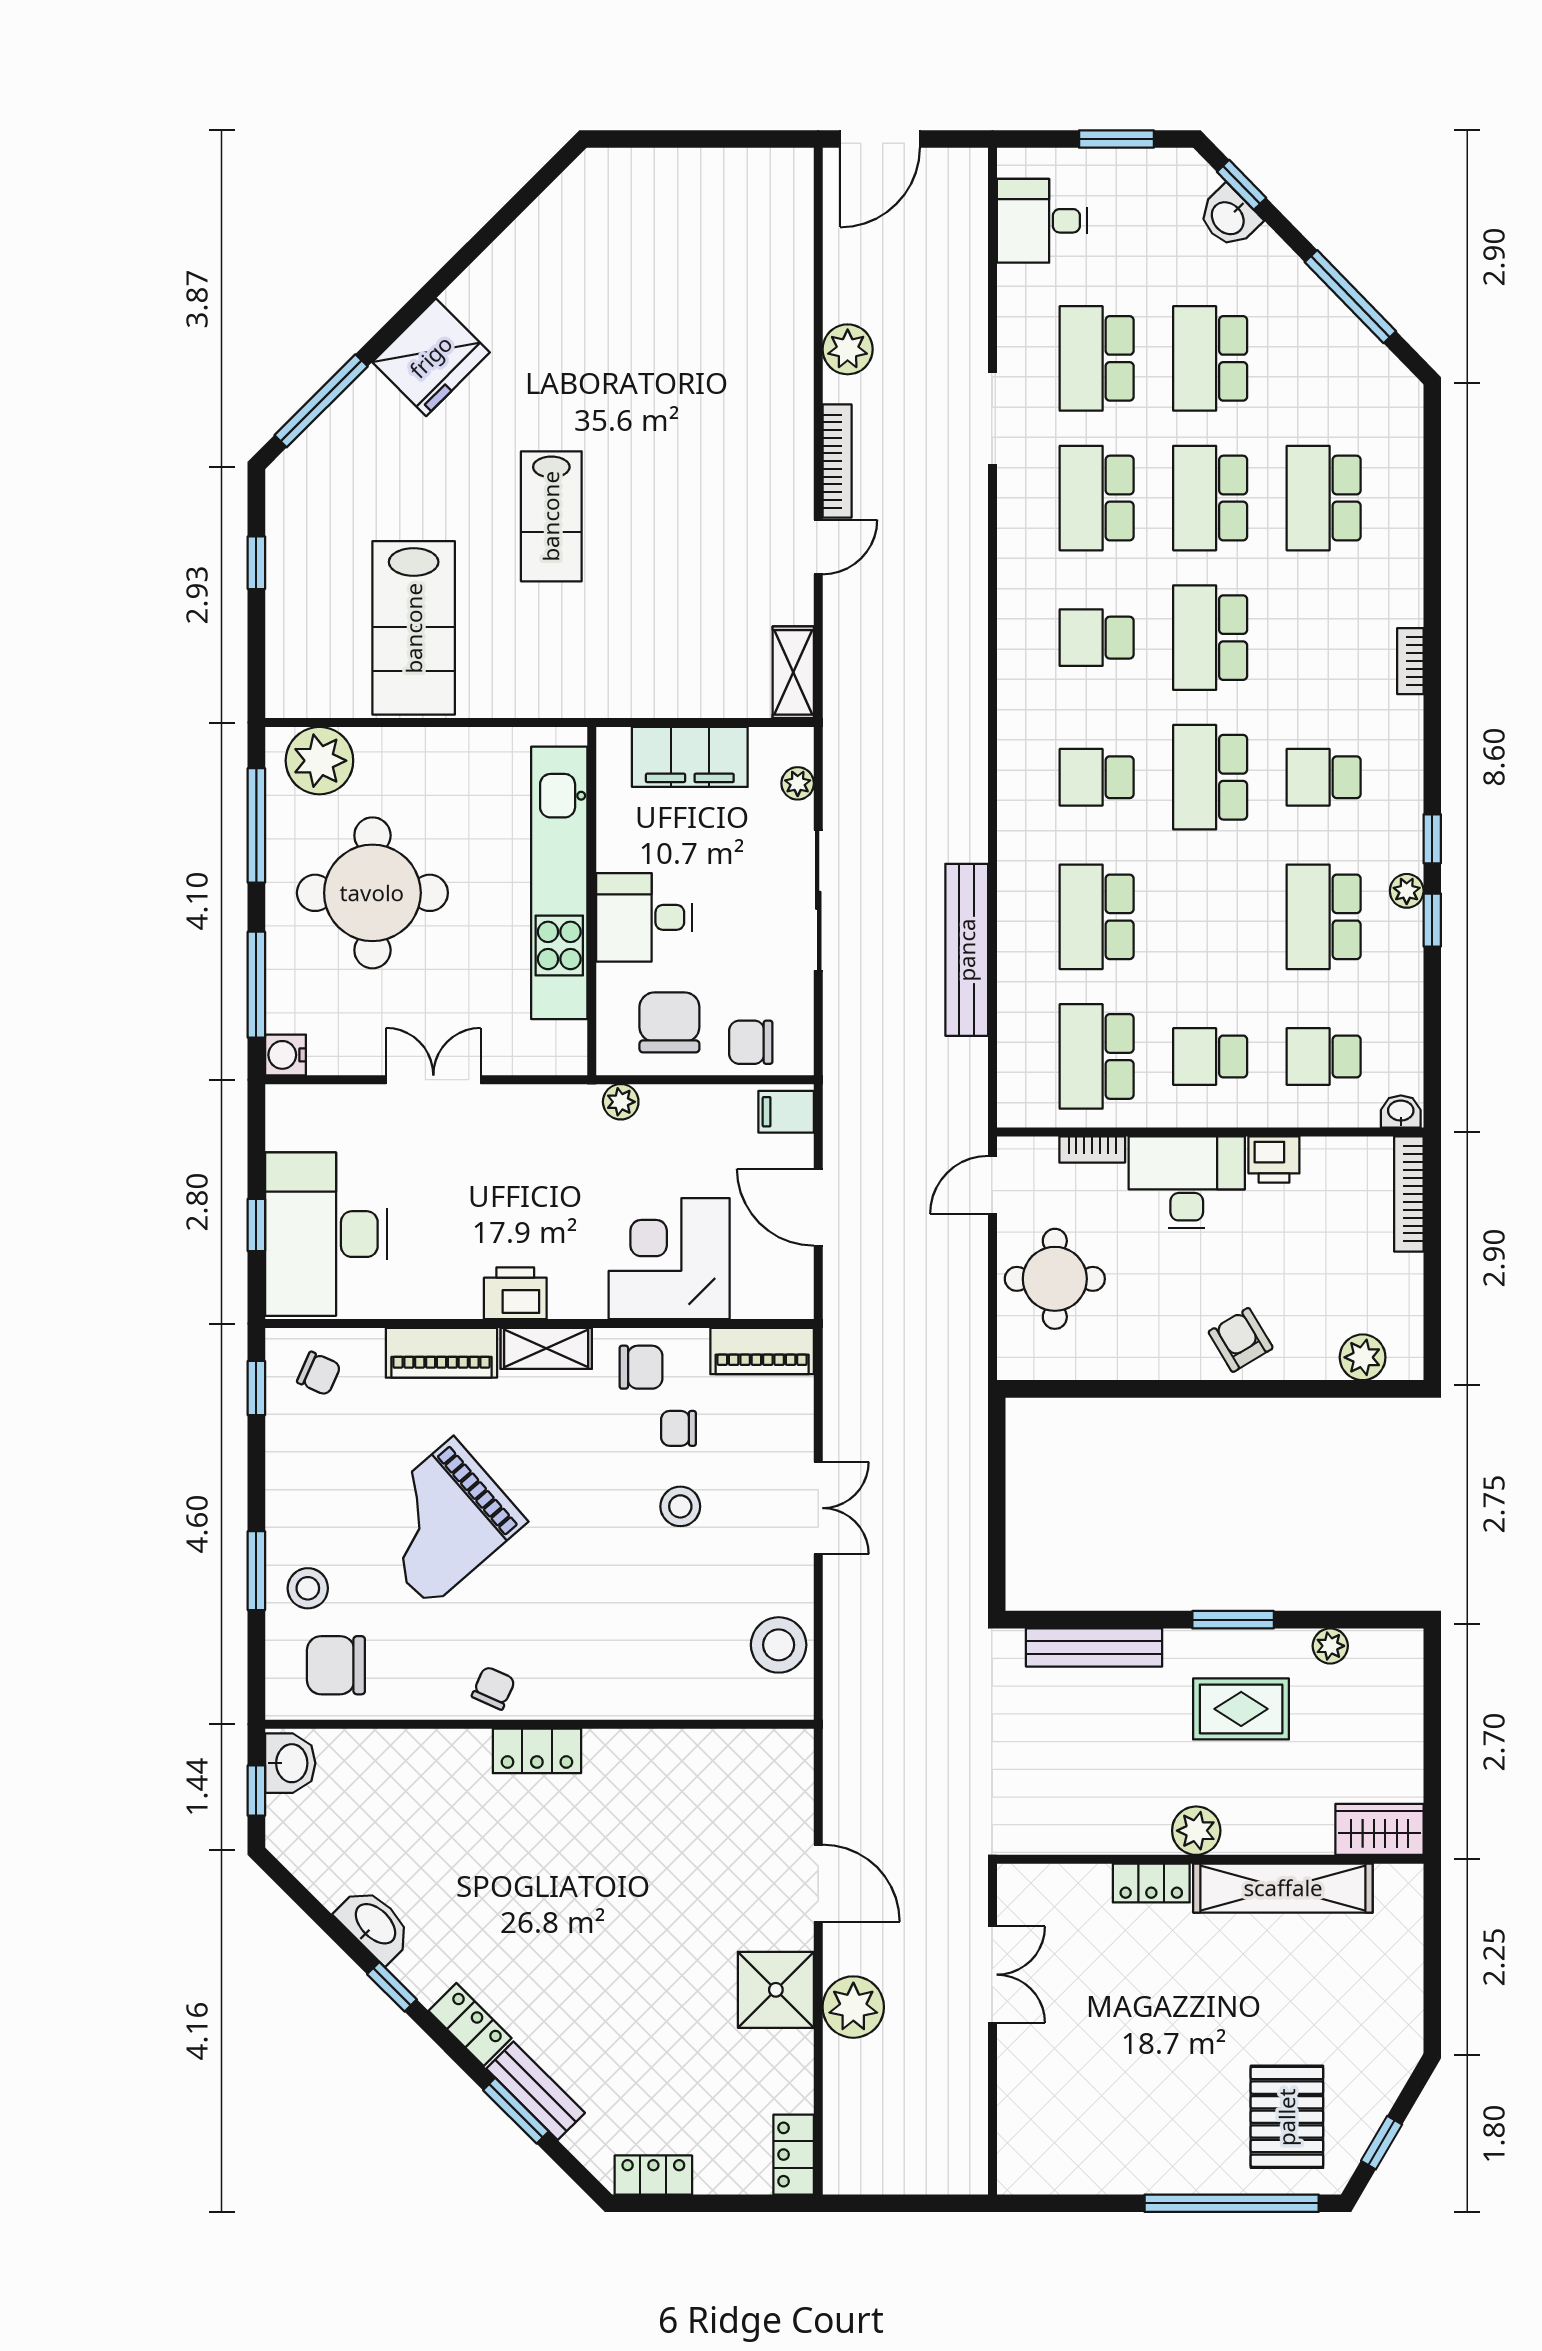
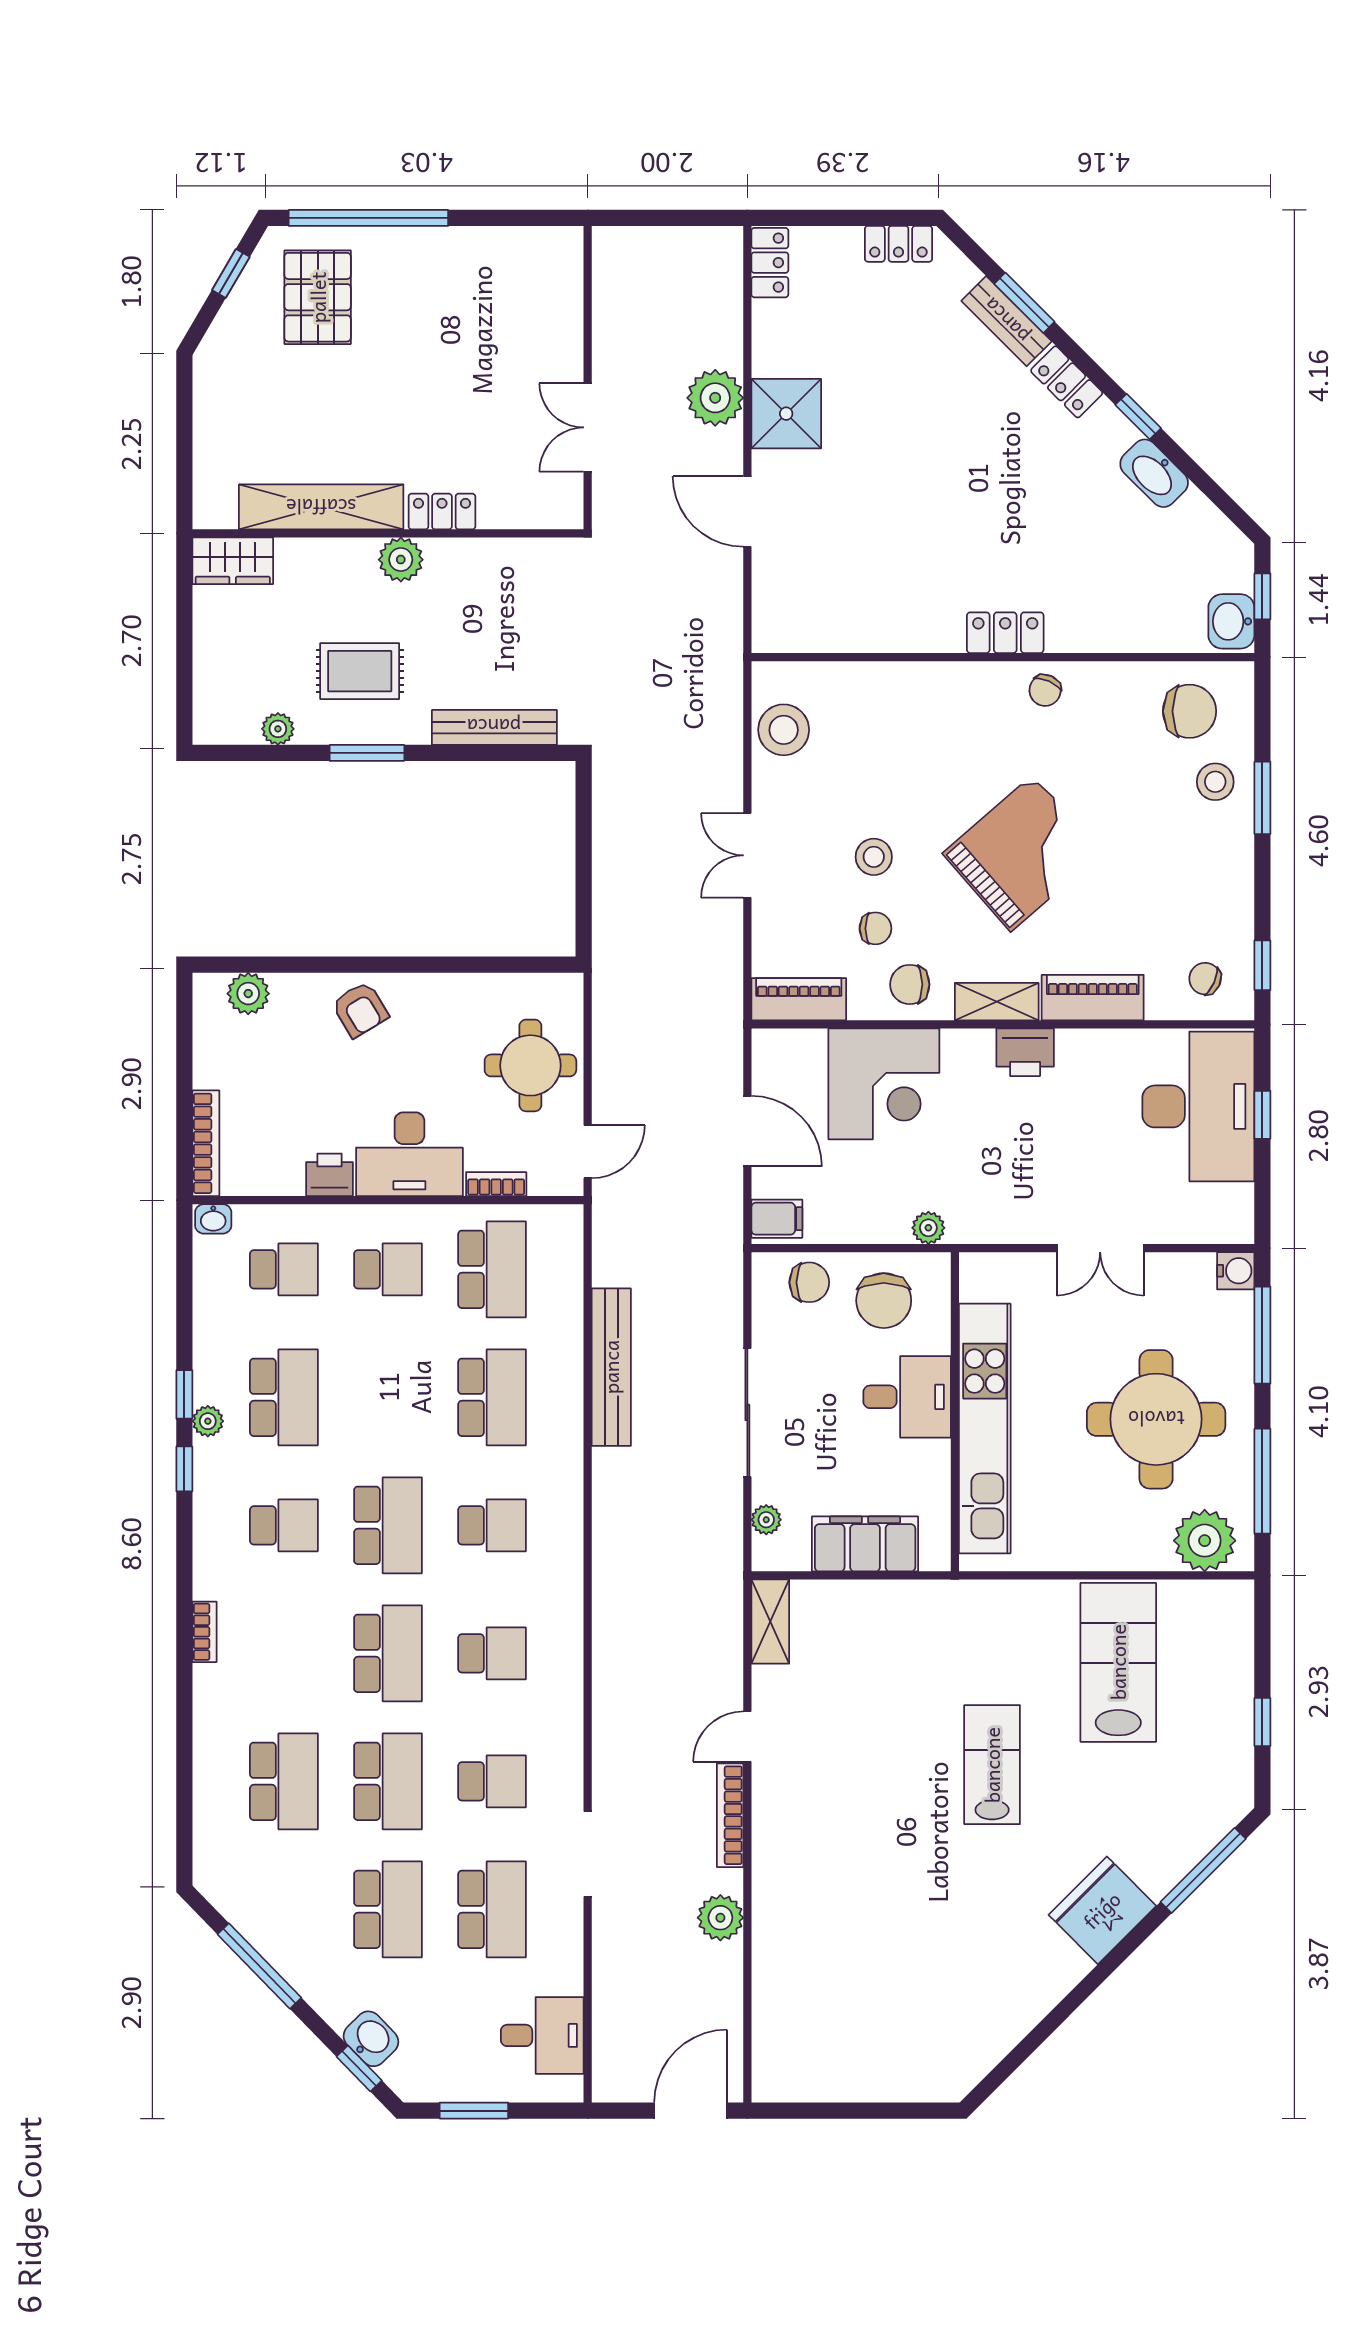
school desk: (1097, 498) -> (492, 1781), width x0.54
grand piano: (441, 1522) -> (1022, 853), moved

